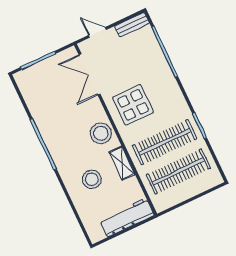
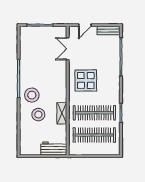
door: (97, 32) -> (85, 25), swing flipped
double door: (89, 74) -> (68, 49), width x0.73
stool: (101, 133) -> (32, 95), moved
workbench: (127, 217) -> (54, 148), width x0.73

